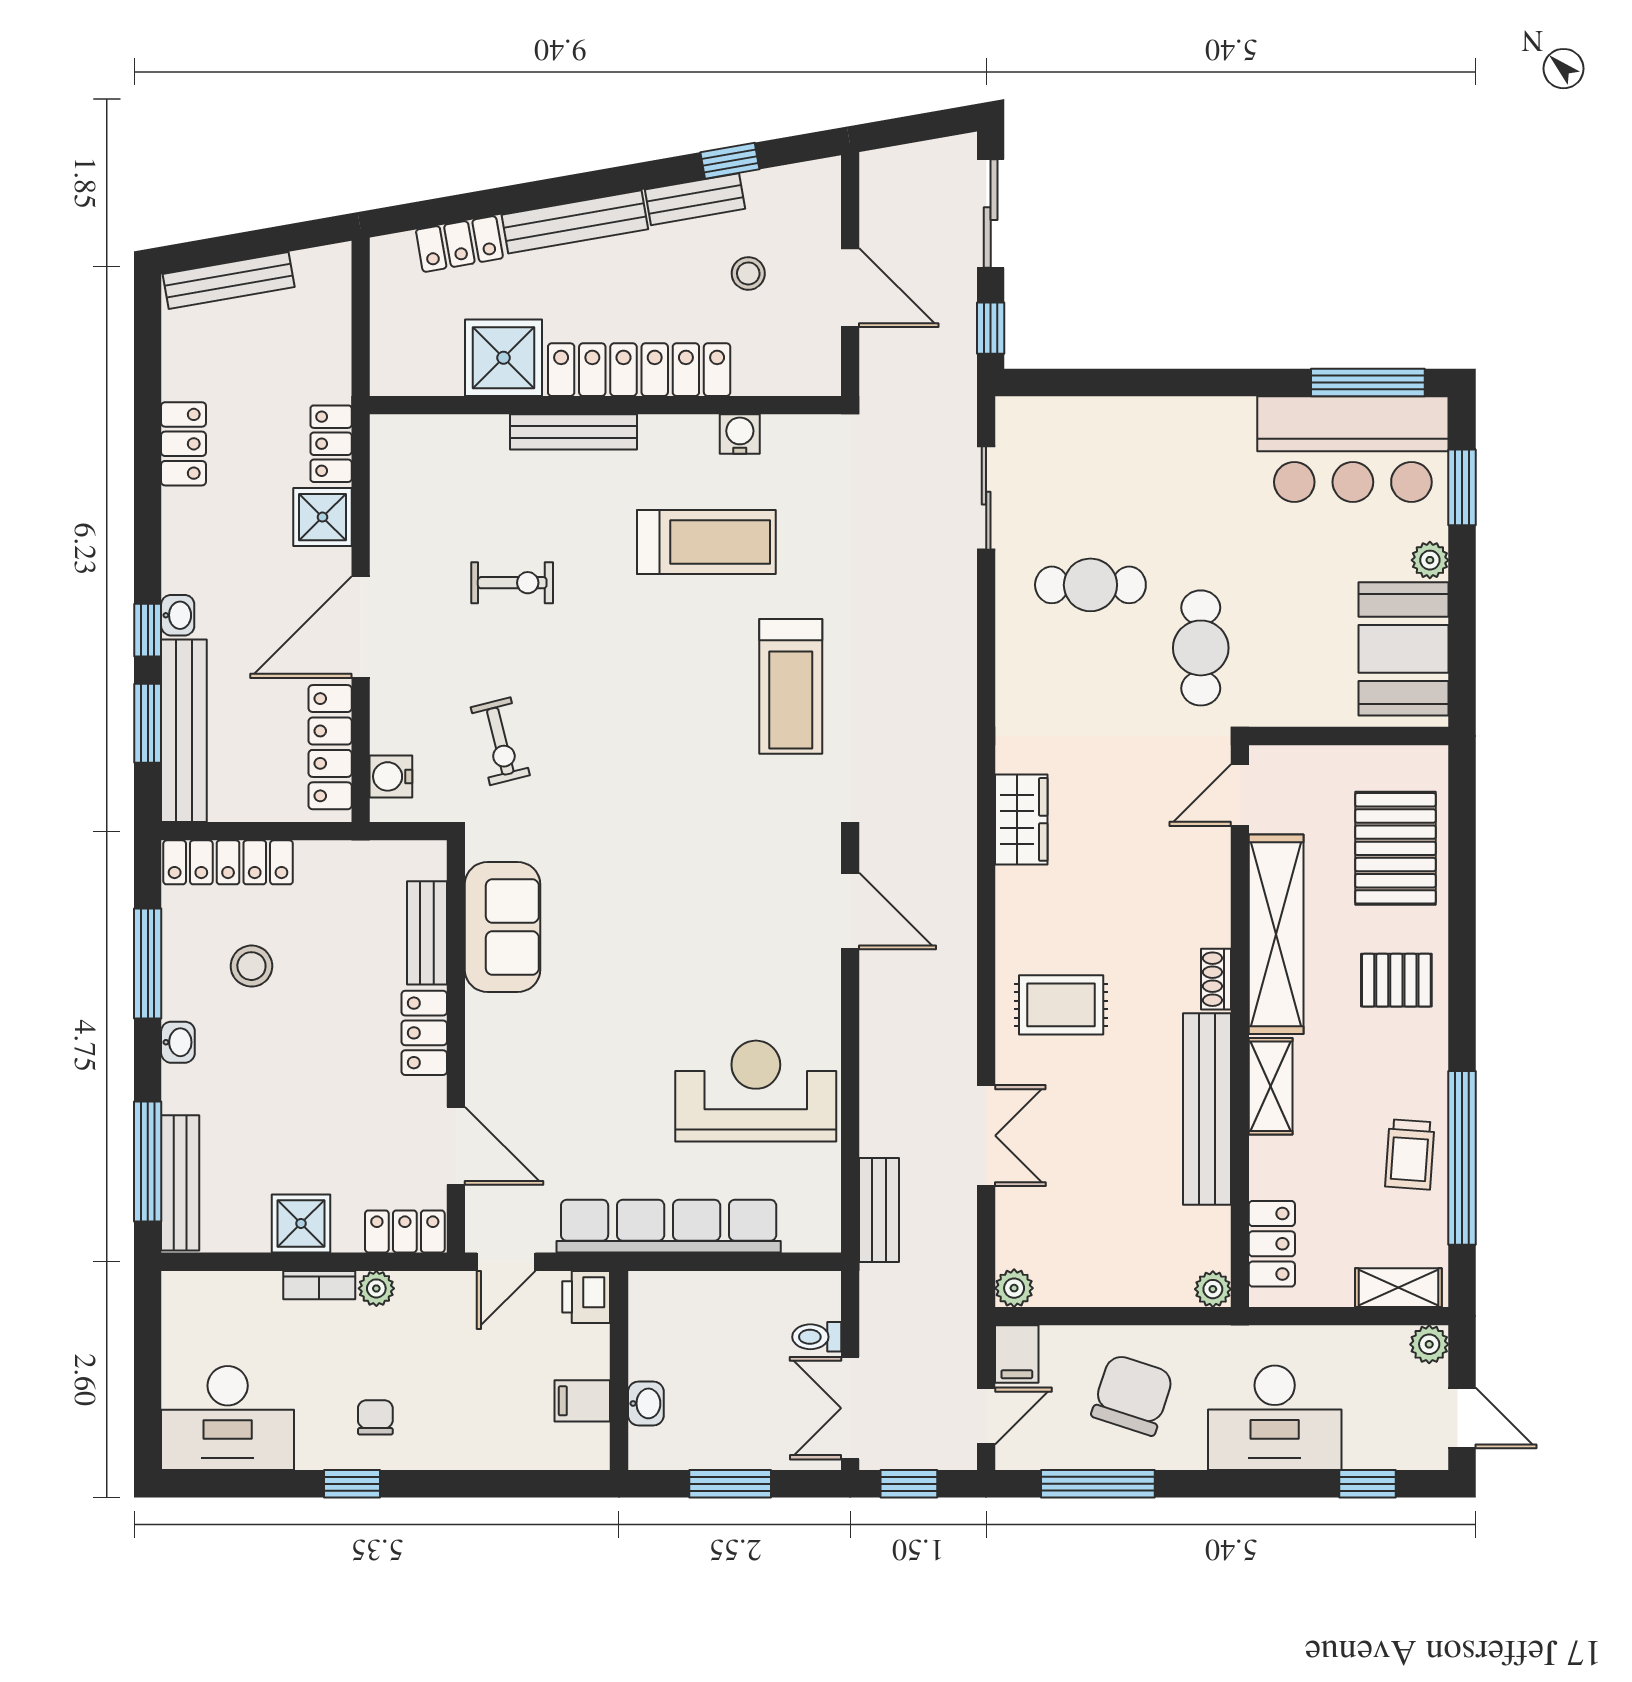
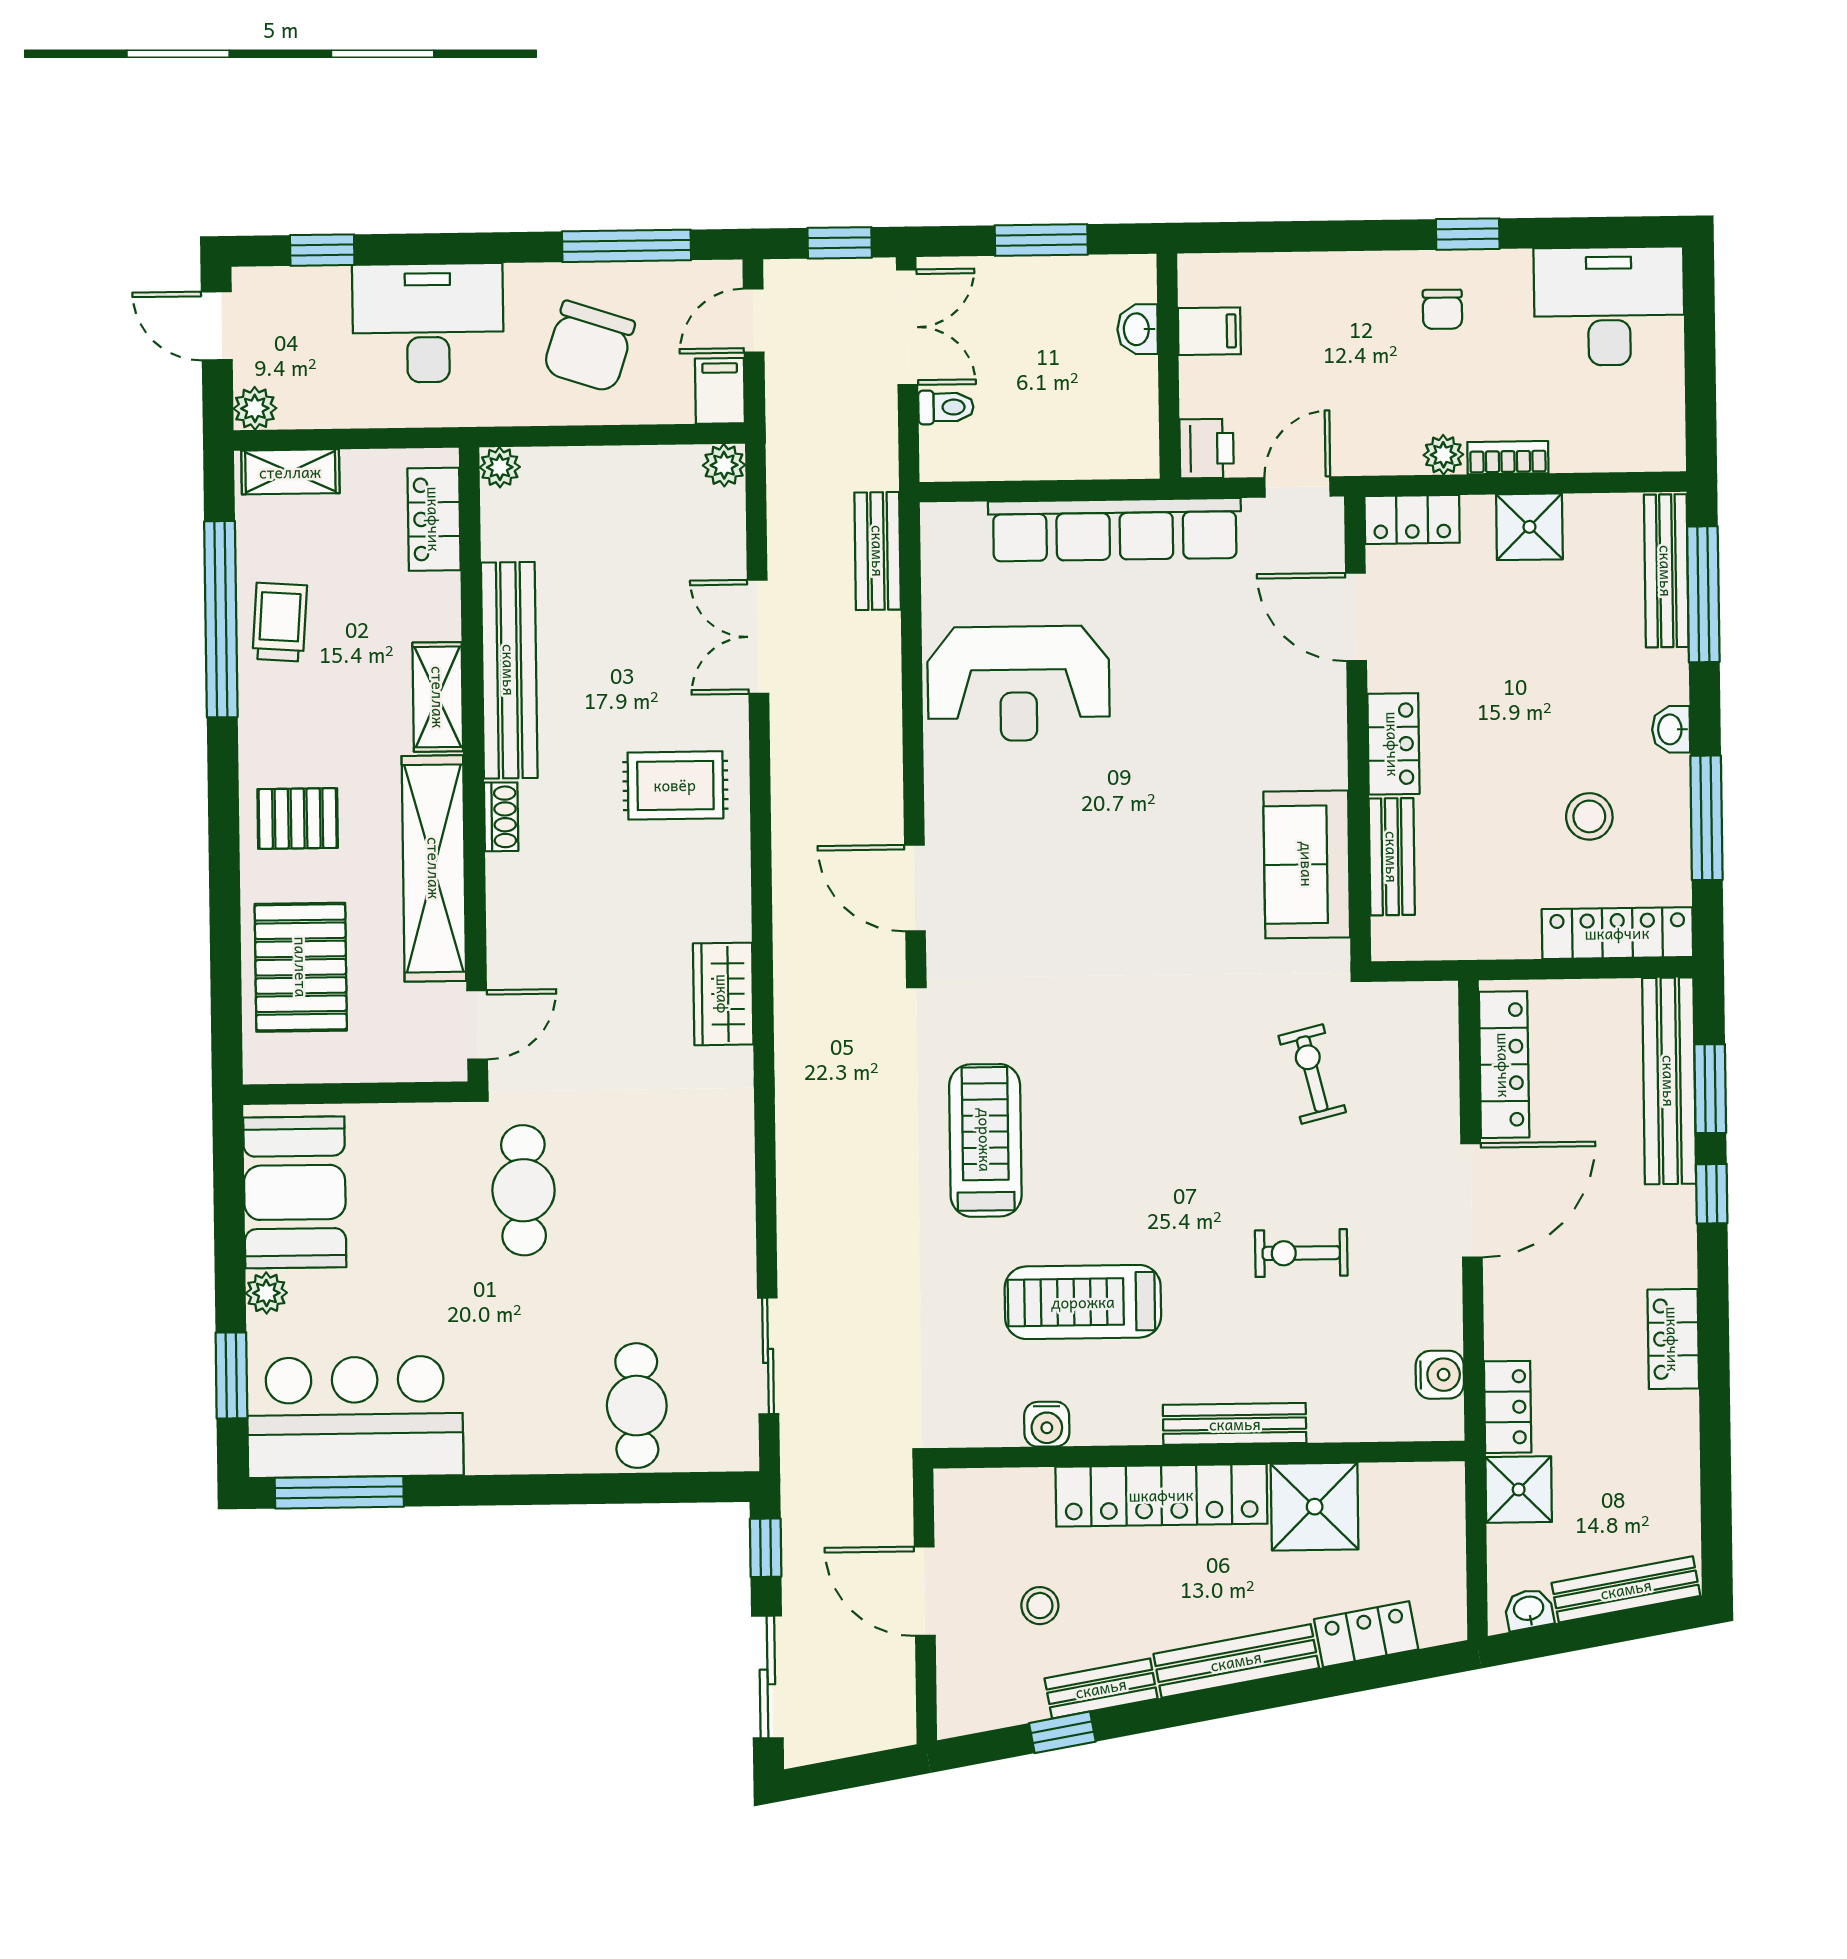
locker: (184, 444) -> (1673, 1339), moved
shower: (322, 517) -> (1519, 1490), moved
cafe table: (1090, 585) -> (637, 1406), moved, turned 90
washbasin: (178, 615) -> (1529, 1609), moved, turned 80
water cooler: (391, 776) -> (1440, 1375), moved

